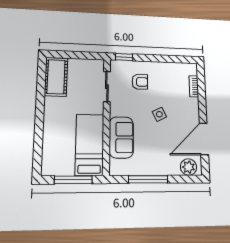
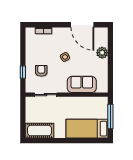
window: (124, 57) -> (23, 72), moved
bed: (90, 145) -> (87, 129), moved
plant: (189, 167) -> (102, 53), moved
window: (148, 179) -> (110, 66), removed

